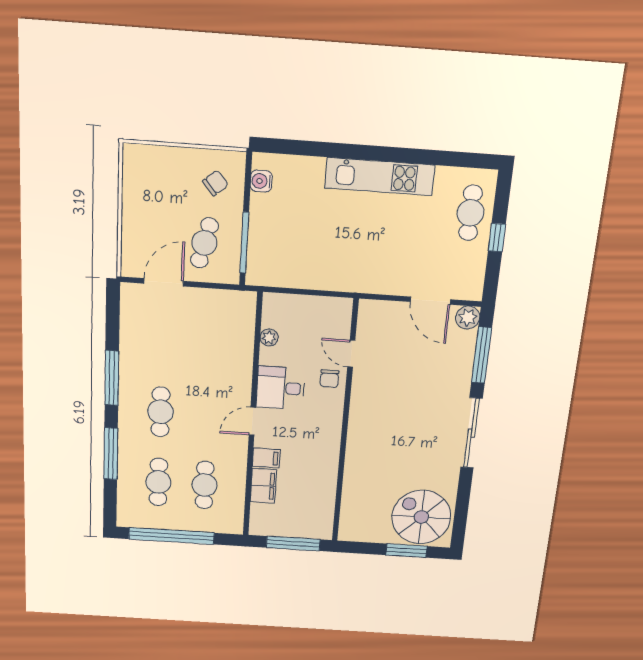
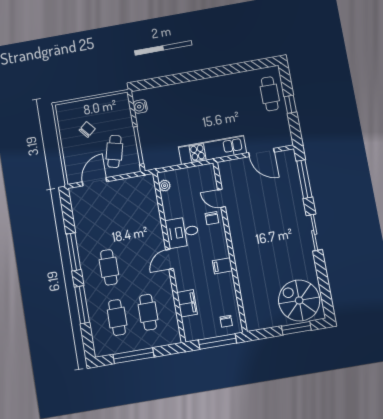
kitchen unit: (380, 177) -> (212, 150), moved, turned 180
chair: (215, 183) -> (87, 129), moved
plant: (468, 318) -> (288, 157), removed
plant: (269, 338) -> (165, 186), moved
sliding door: (471, 433) -> (314, 232), width x0.73
filing cabinet: (266, 458) -> (222, 266), moved, turned 180
chair: (312, 521) -> (226, 321), added
window: (171, 536) -> (134, 356), width x0.68

